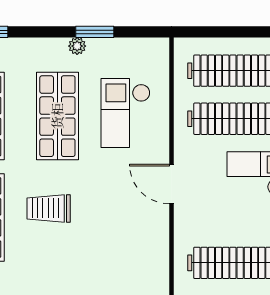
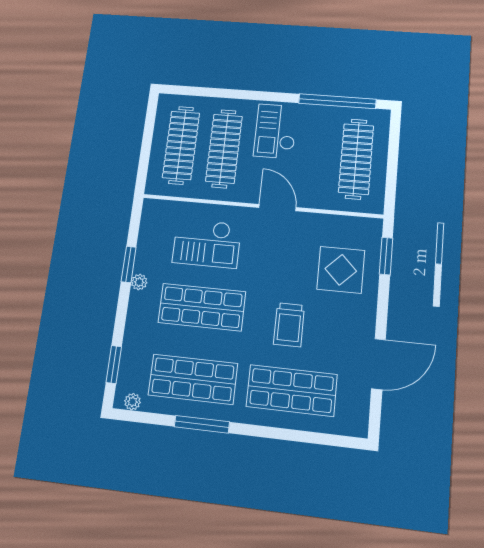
door: (172, 184) -> (277, 208), swing flipped
display table: (111, 256) -> (341, 270), added

